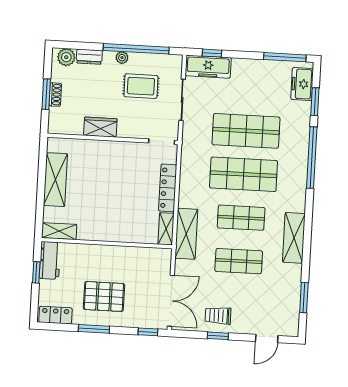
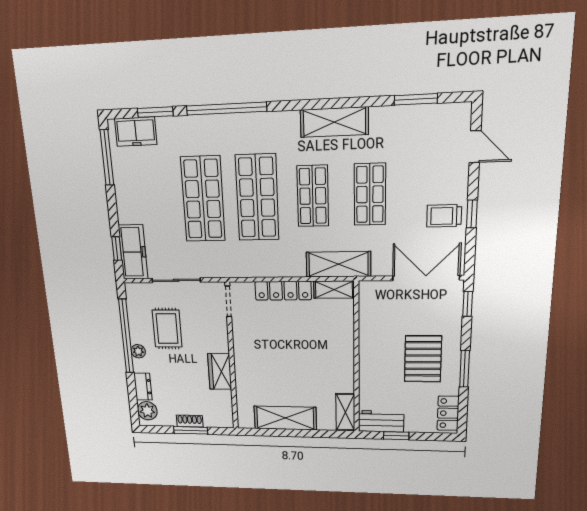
trolley: (218, 316) -> (444, 216), turned 90

